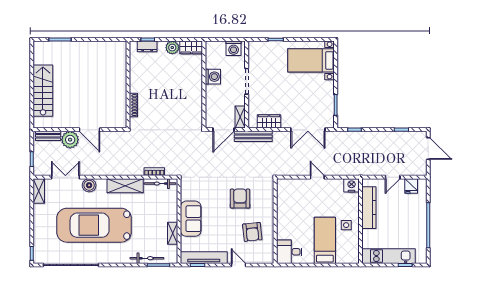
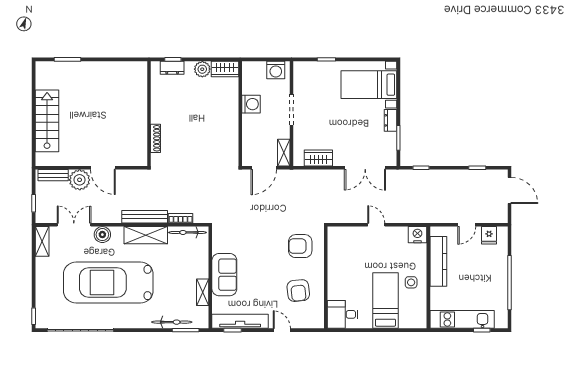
dresser: (329, 90) -> (390, 120), added
bench: (253, 136) -> (145, 217), moved
armchair: (240, 199) -> (300, 246), moved, turned -90

